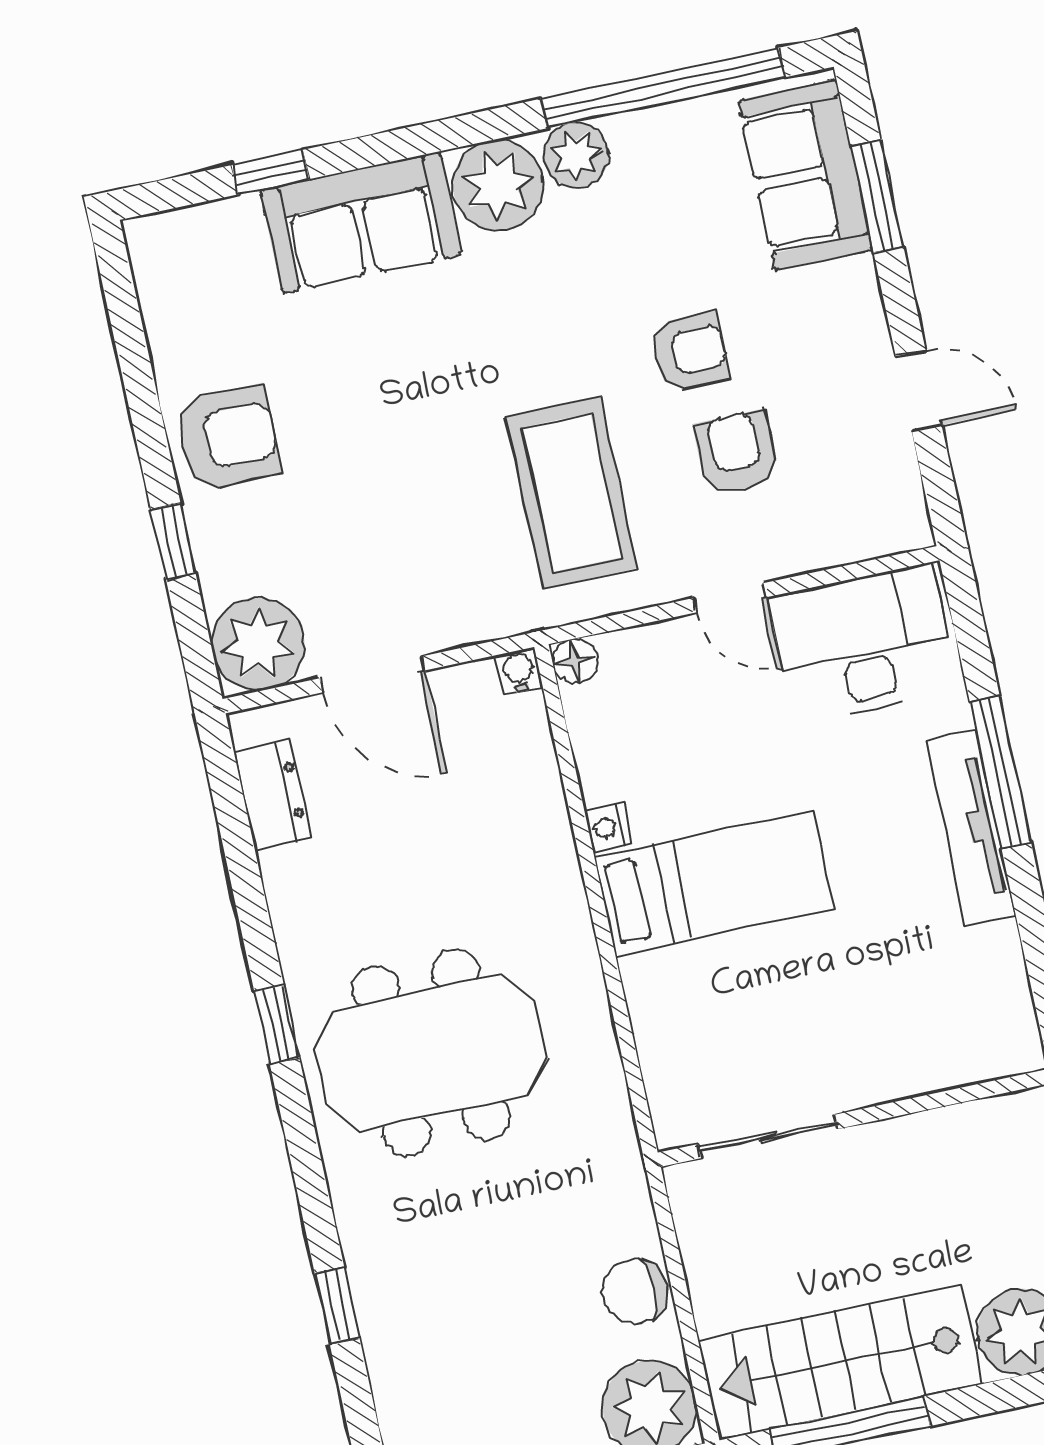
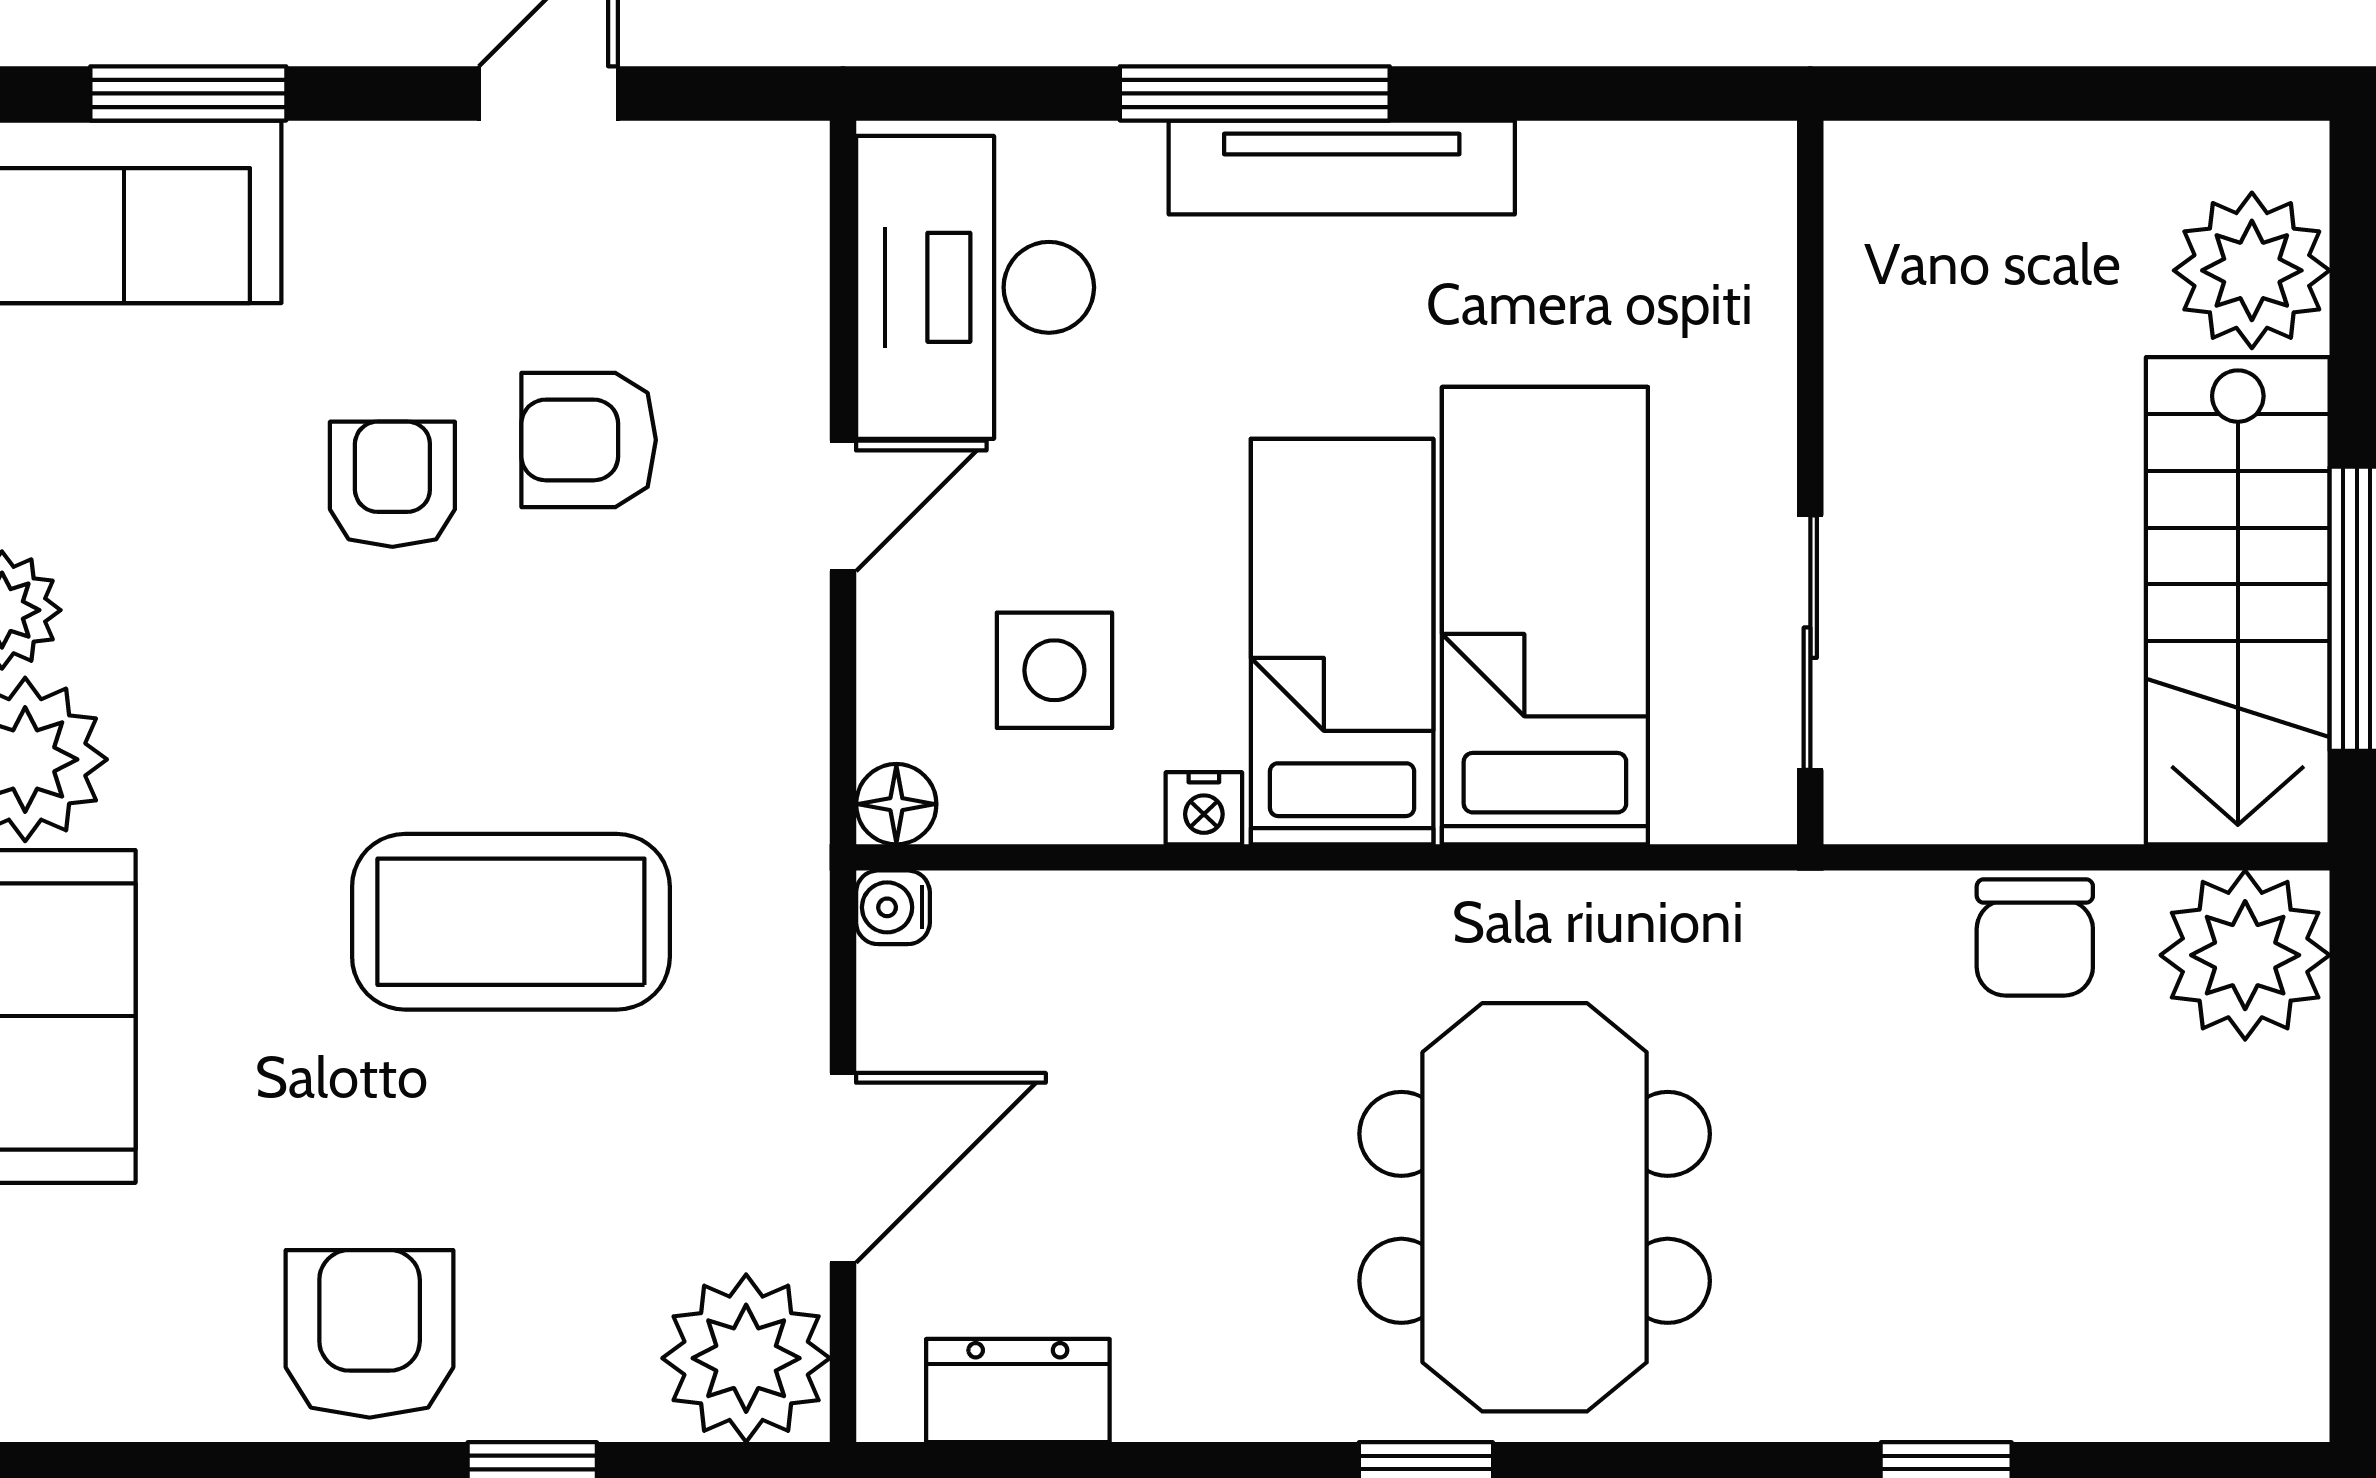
coffee table: (572, 492) -> (511, 922), moved
side table: (666, 731) -> (1054, 670), added
bed: (752, 990) -> (1545, 616), added

